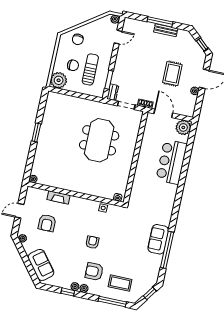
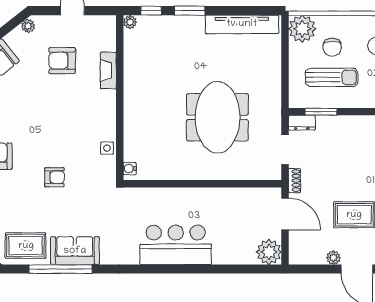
door: (163, 113) -> (285, 214), hinge flipped
tv unit: (49, 115) -> (242, 24), added
window: (36, 132) -> (190, 11), moved
meeting table: (99, 140) -> (217, 117), turned 90
bar counter: (171, 162) -> (176, 245), moved
window: (29, 165) -> (151, 11), added
armchair: (92, 242) -> (54, 177), moved
rug: (149, 267) -> (26, 246), added

